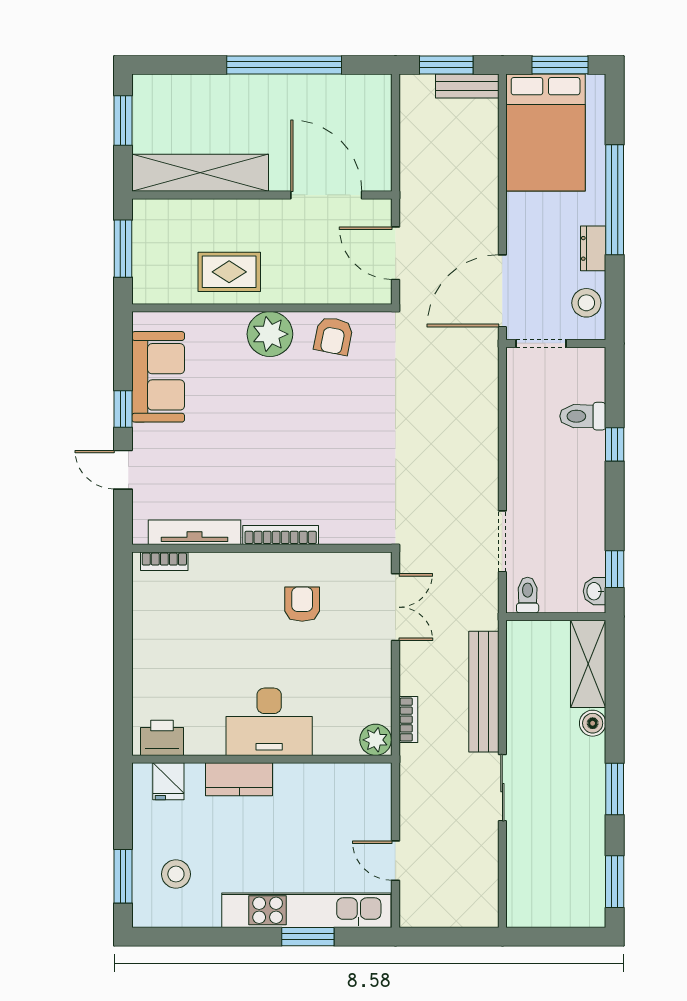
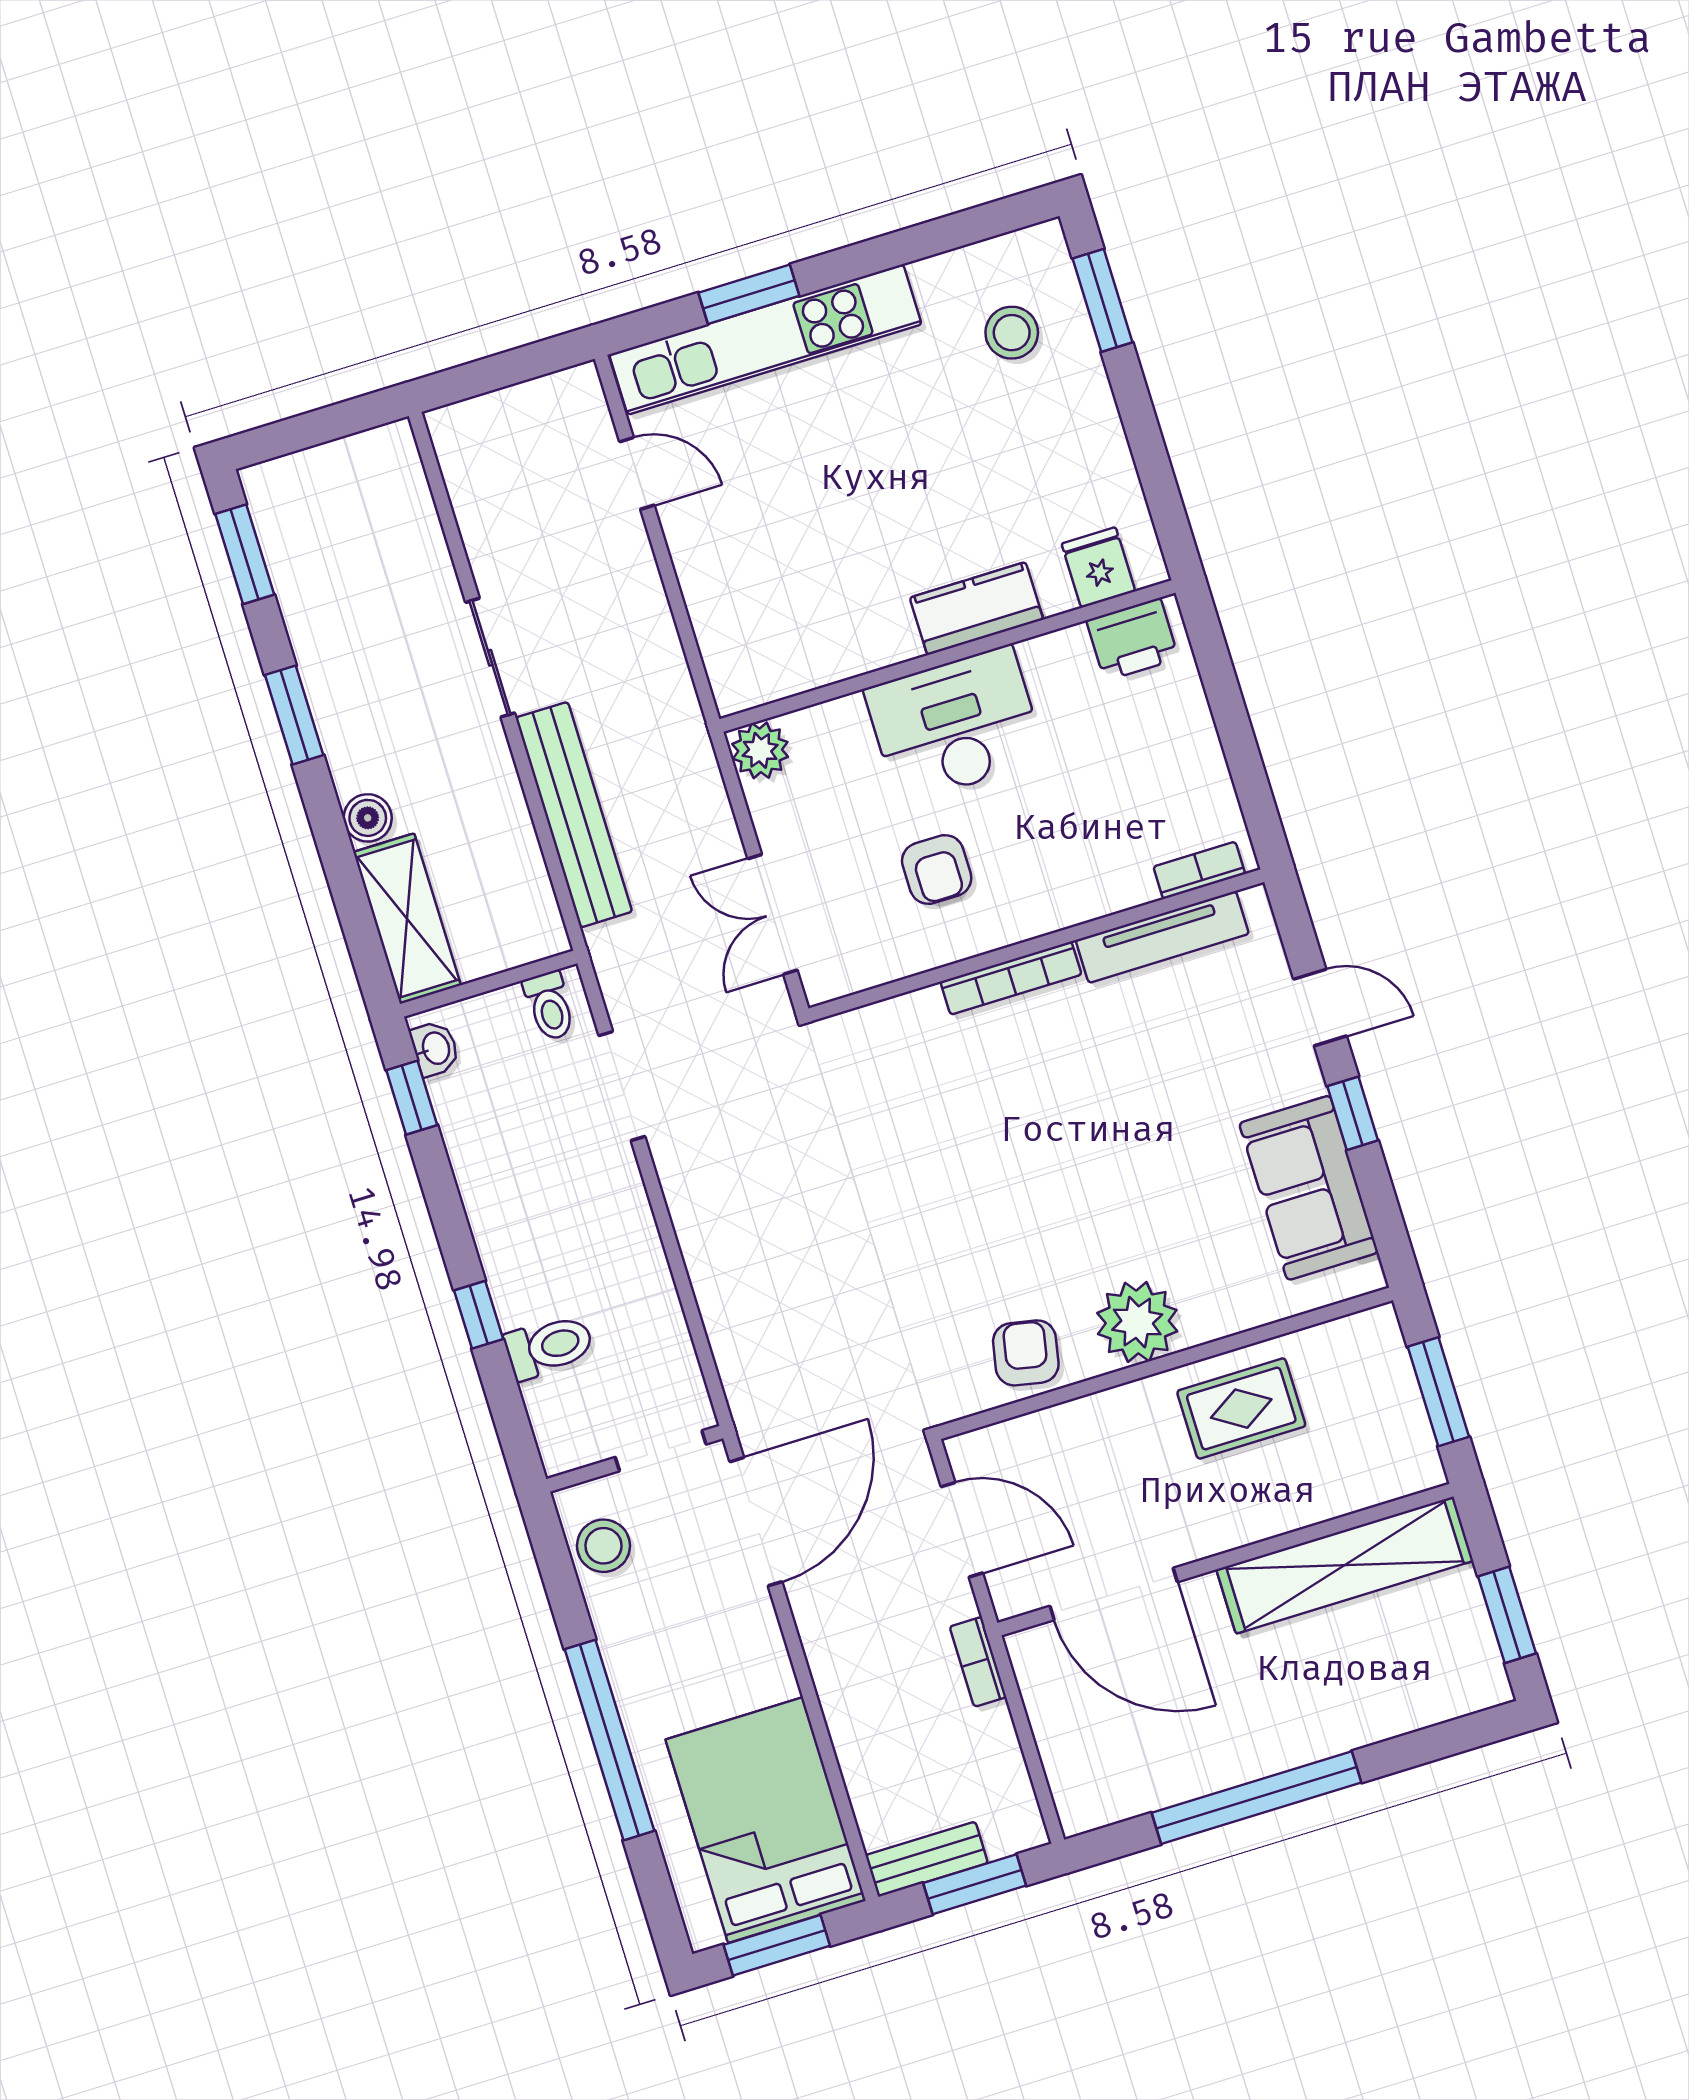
dresser: (593, 248) -> (621, 1644), removed
bookcase: (408, 720) -> (978, 1662), moved
desk: (269, 722) -> (955, 725), moved
printer: (162, 738) -> (1132, 639), moved
plant: (376, 740) -> (760, 750), moved
wall: (262, 759) -> (947, 656), moved
kitchen counter: (239, 779) -> (976, 609), moved
fridge: (168, 781) -> (1098, 567), moved

